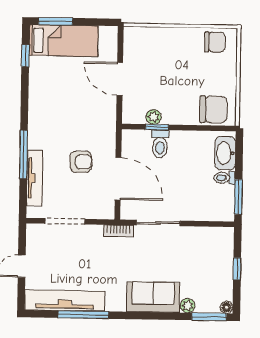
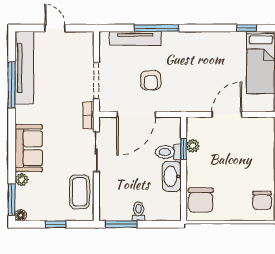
washbasin: (225, 153) -> (172, 176), moved, turned -90
doorway: (65, 221) -> (96, 81), moved
coffee table: (202, 242) -> (79, 192), added

